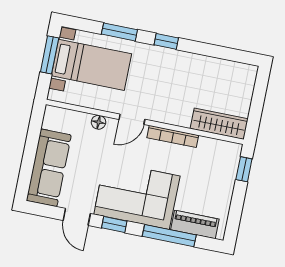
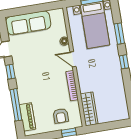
armchair: (213, 172) -> (61, 116), added
corner sofa: (137, 195) -> (32, 78), removed

